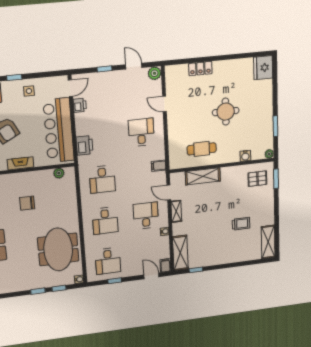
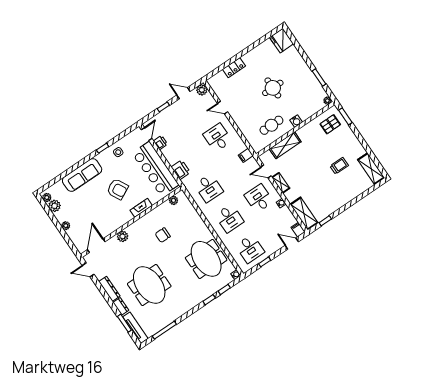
water cooler: (245, 156) -> (296, 121), moved

